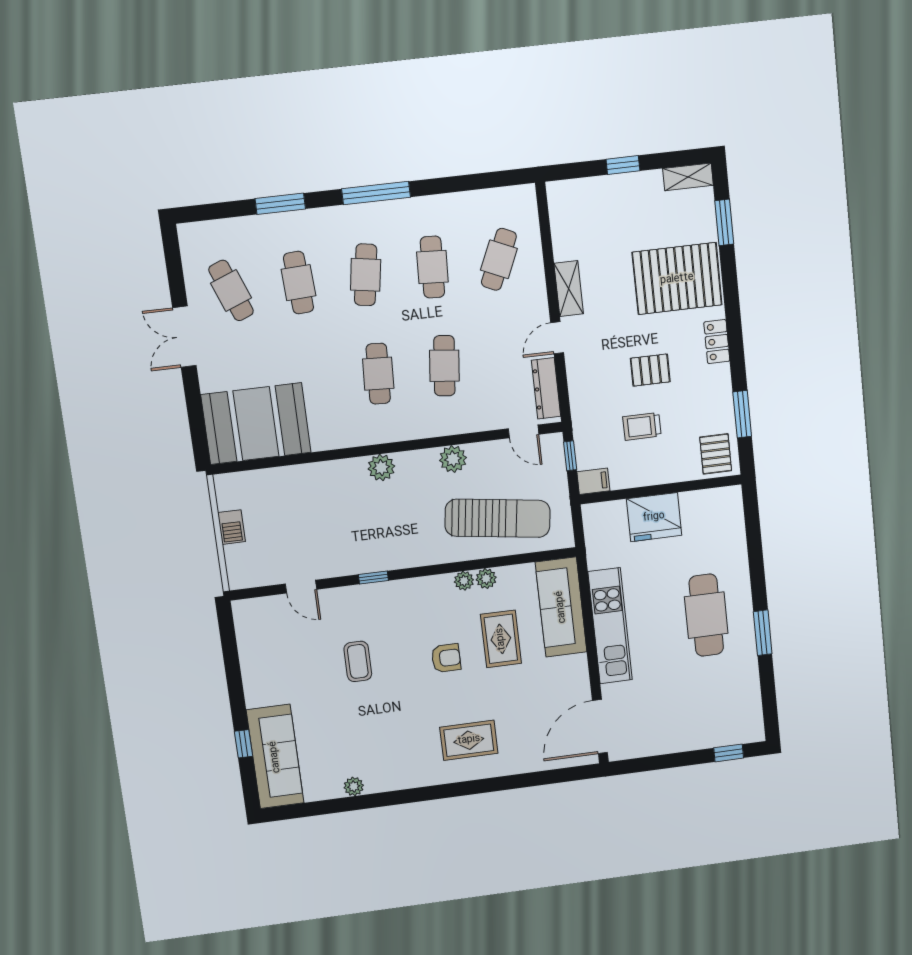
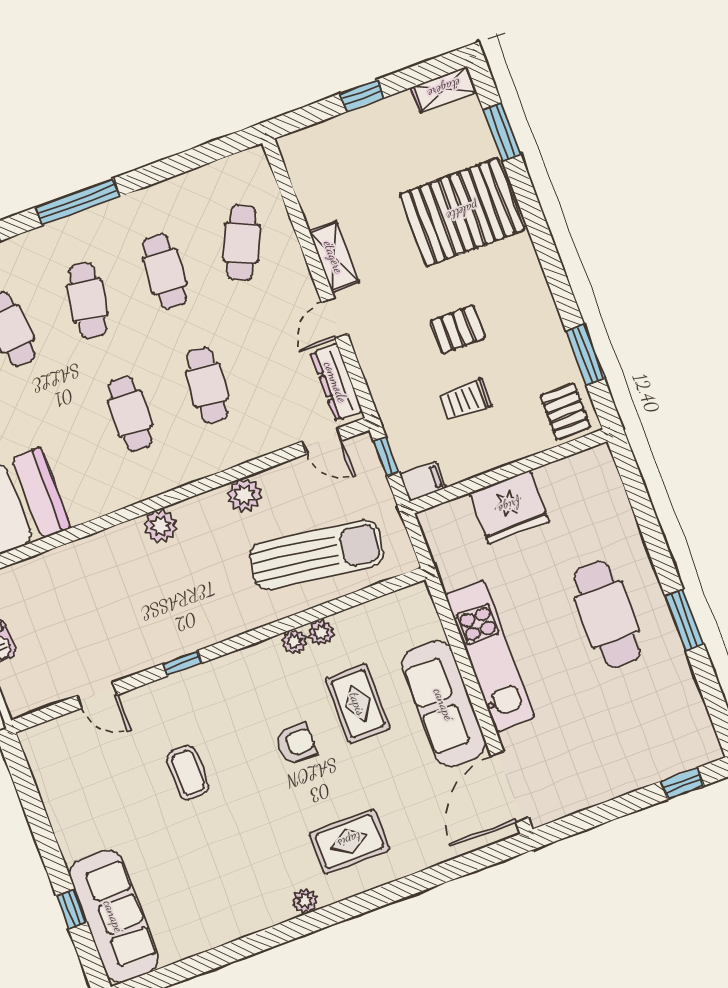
locker: (717, 342) -> (531, 275), removed
sofa: (561, 607) -> (444, 704), moved
plant: (354, 786) -> (305, 901), moved

